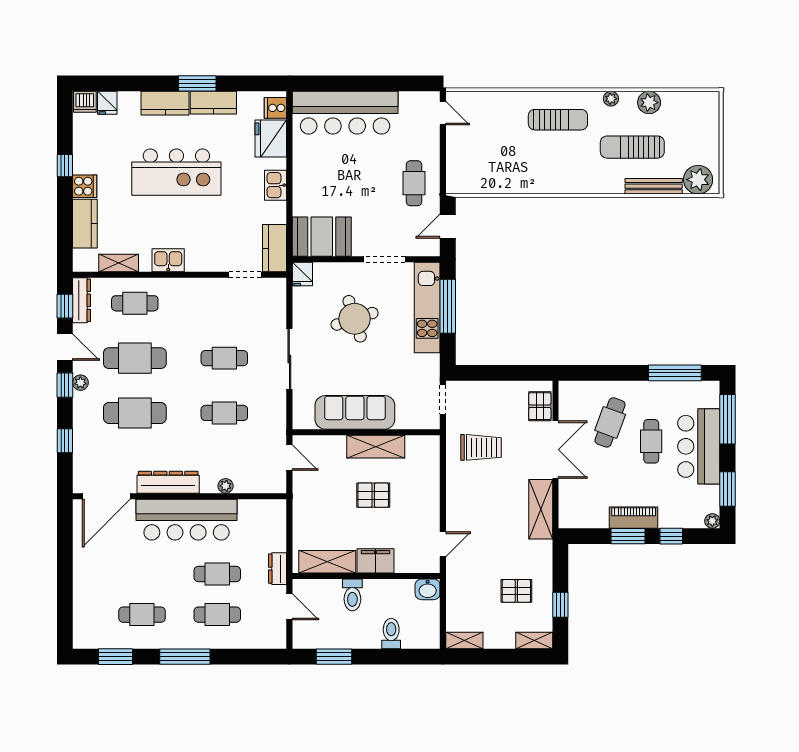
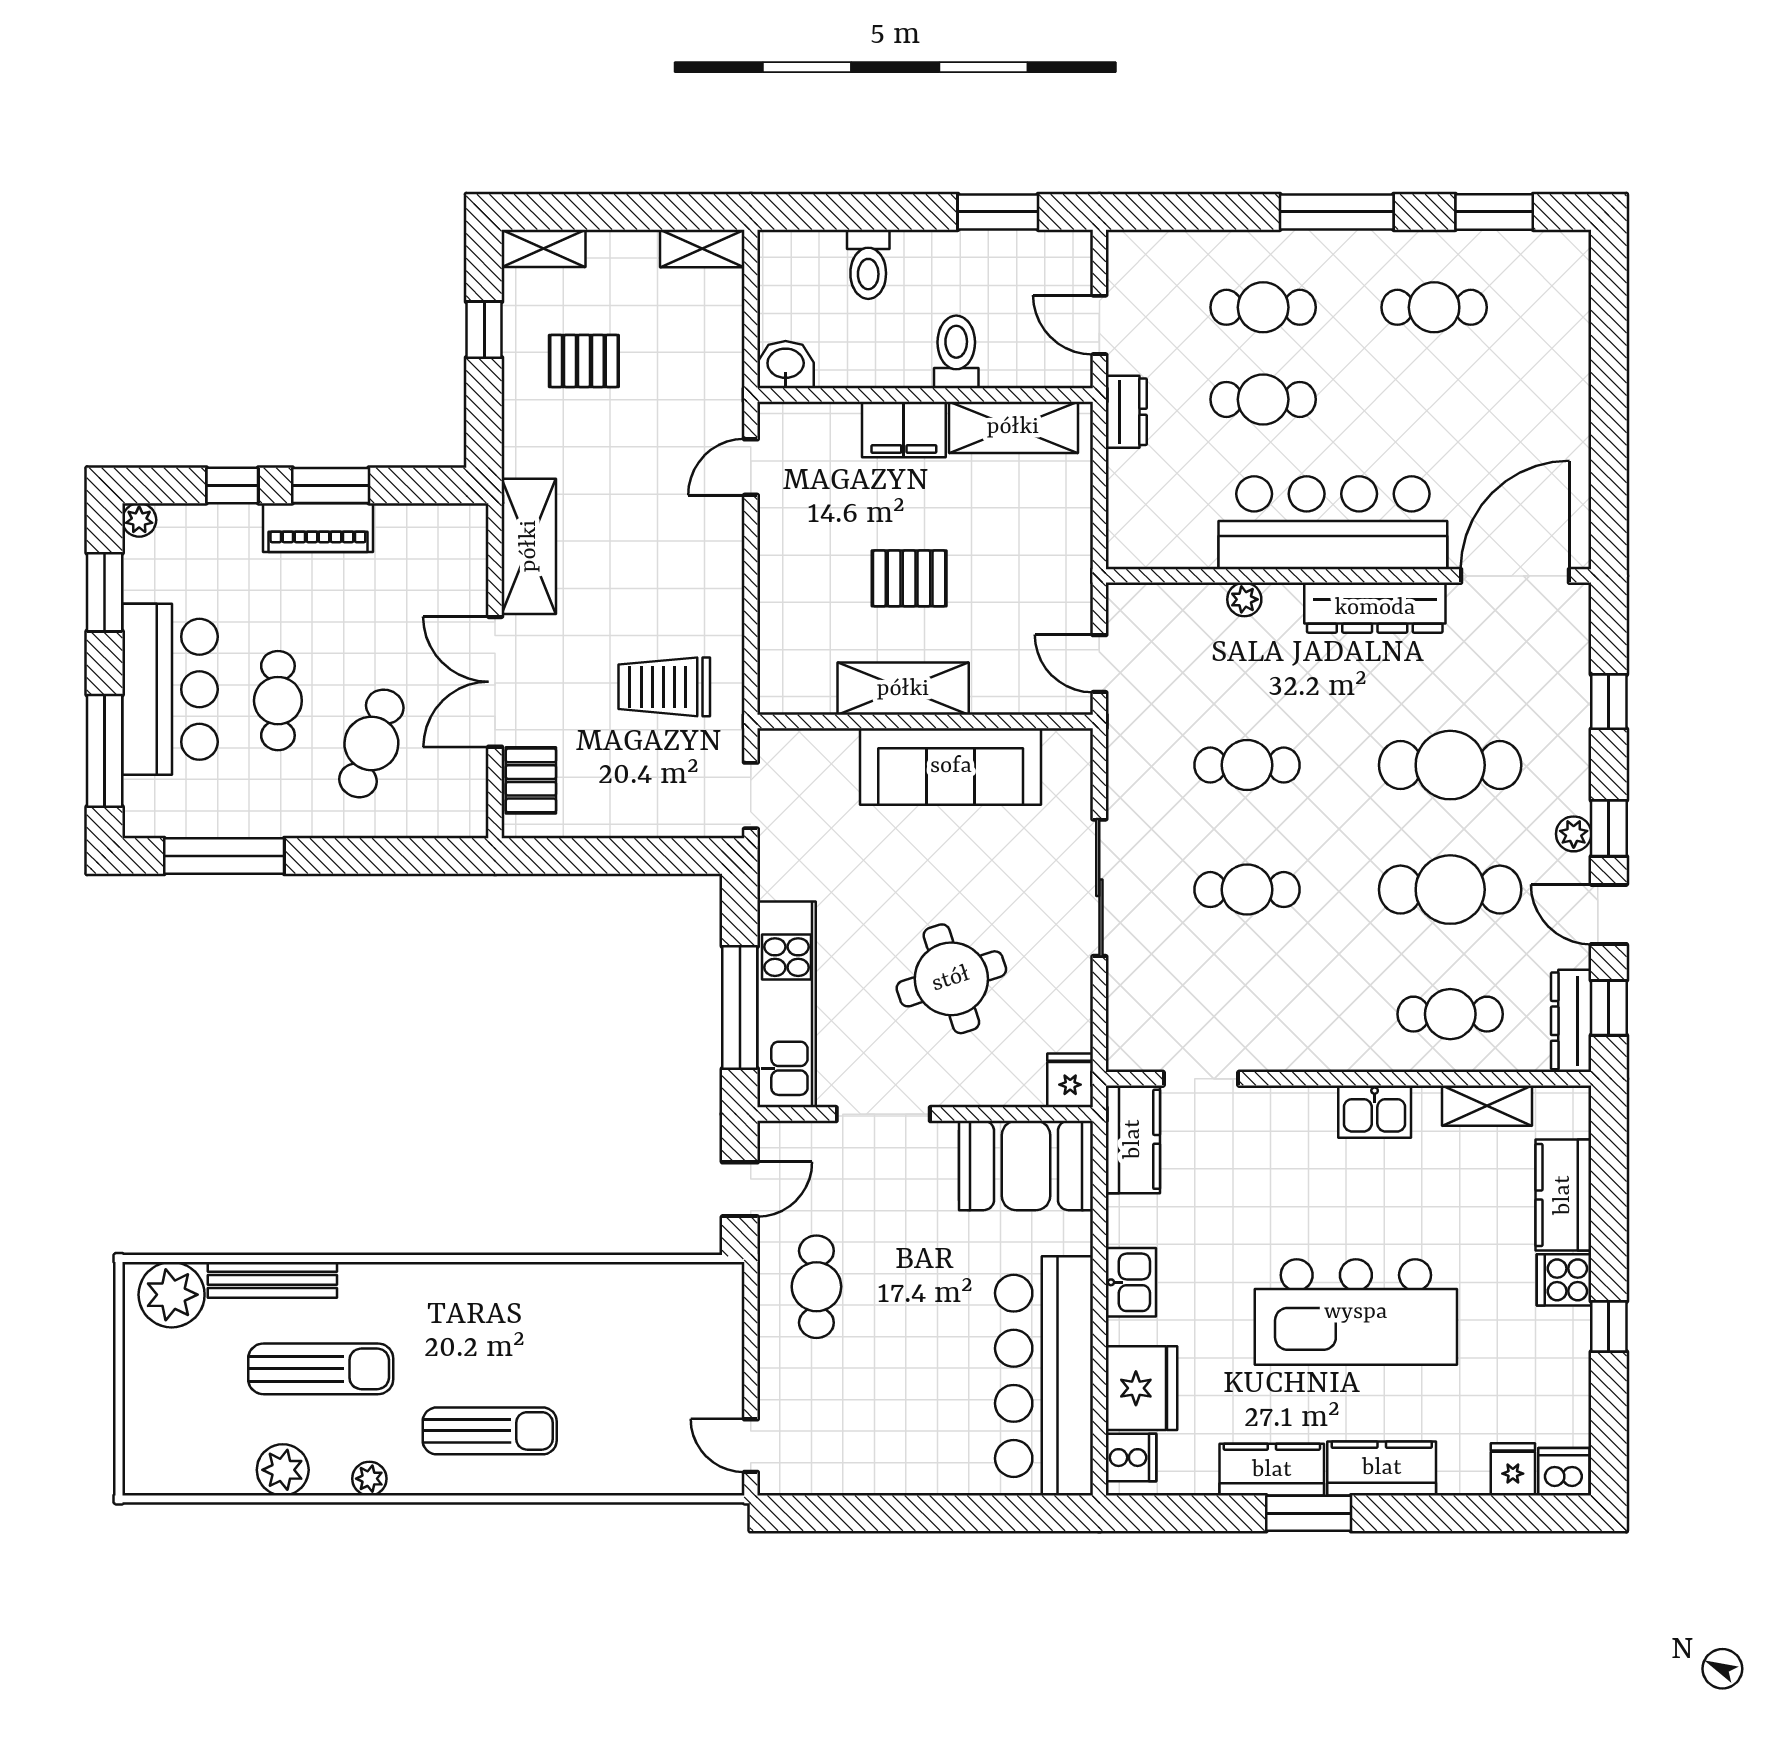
bar counter: (345, 113) -> (1044, 1376), moved, turned -90
sun lounger: (558, 120) -> (490, 1431), turned 180
kitchen island: (176, 172) -> (1356, 1312), turned 180

